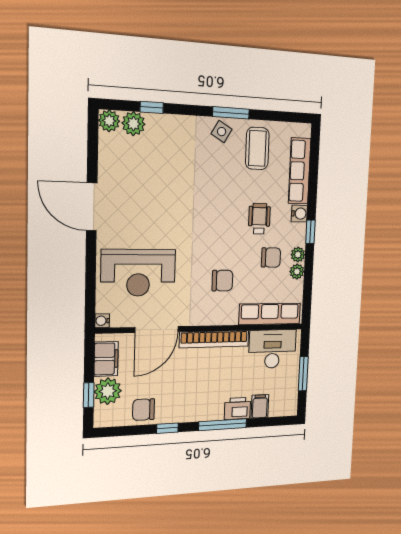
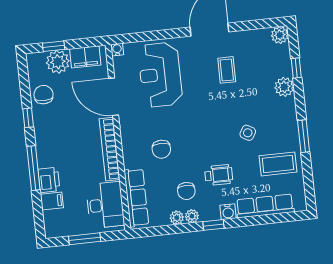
plant: (133, 124) -> (284, 87), moved
side table: (222, 132) -> (248, 133), moved
coffee table: (143, 193) -> (227, 70), added

